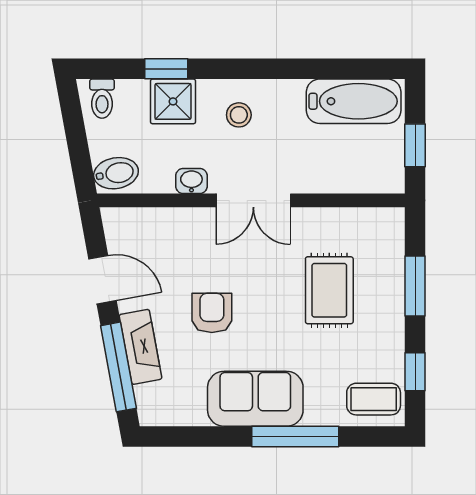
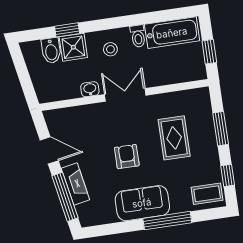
toilet: (102, 99) -> (138, 36), moved
bidet: (116, 173) -> (51, 50), moved, turned 100
double door: (253, 200) -> (125, 95), swing flipped
armchair: (212, 313) -> (127, 157), moved

